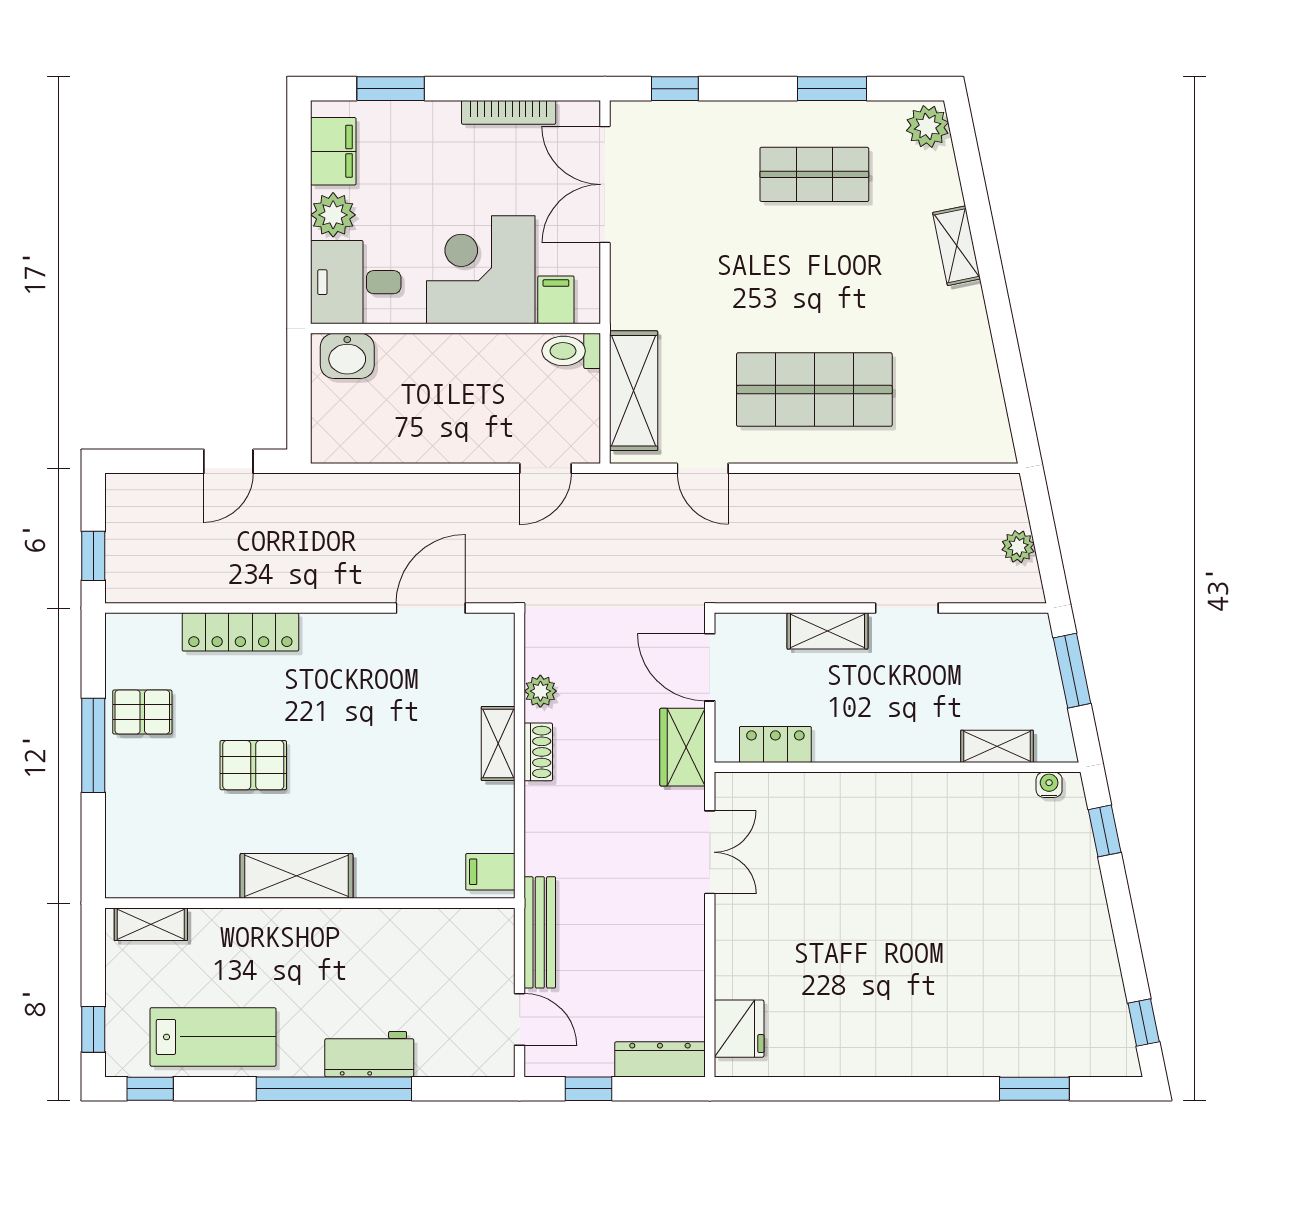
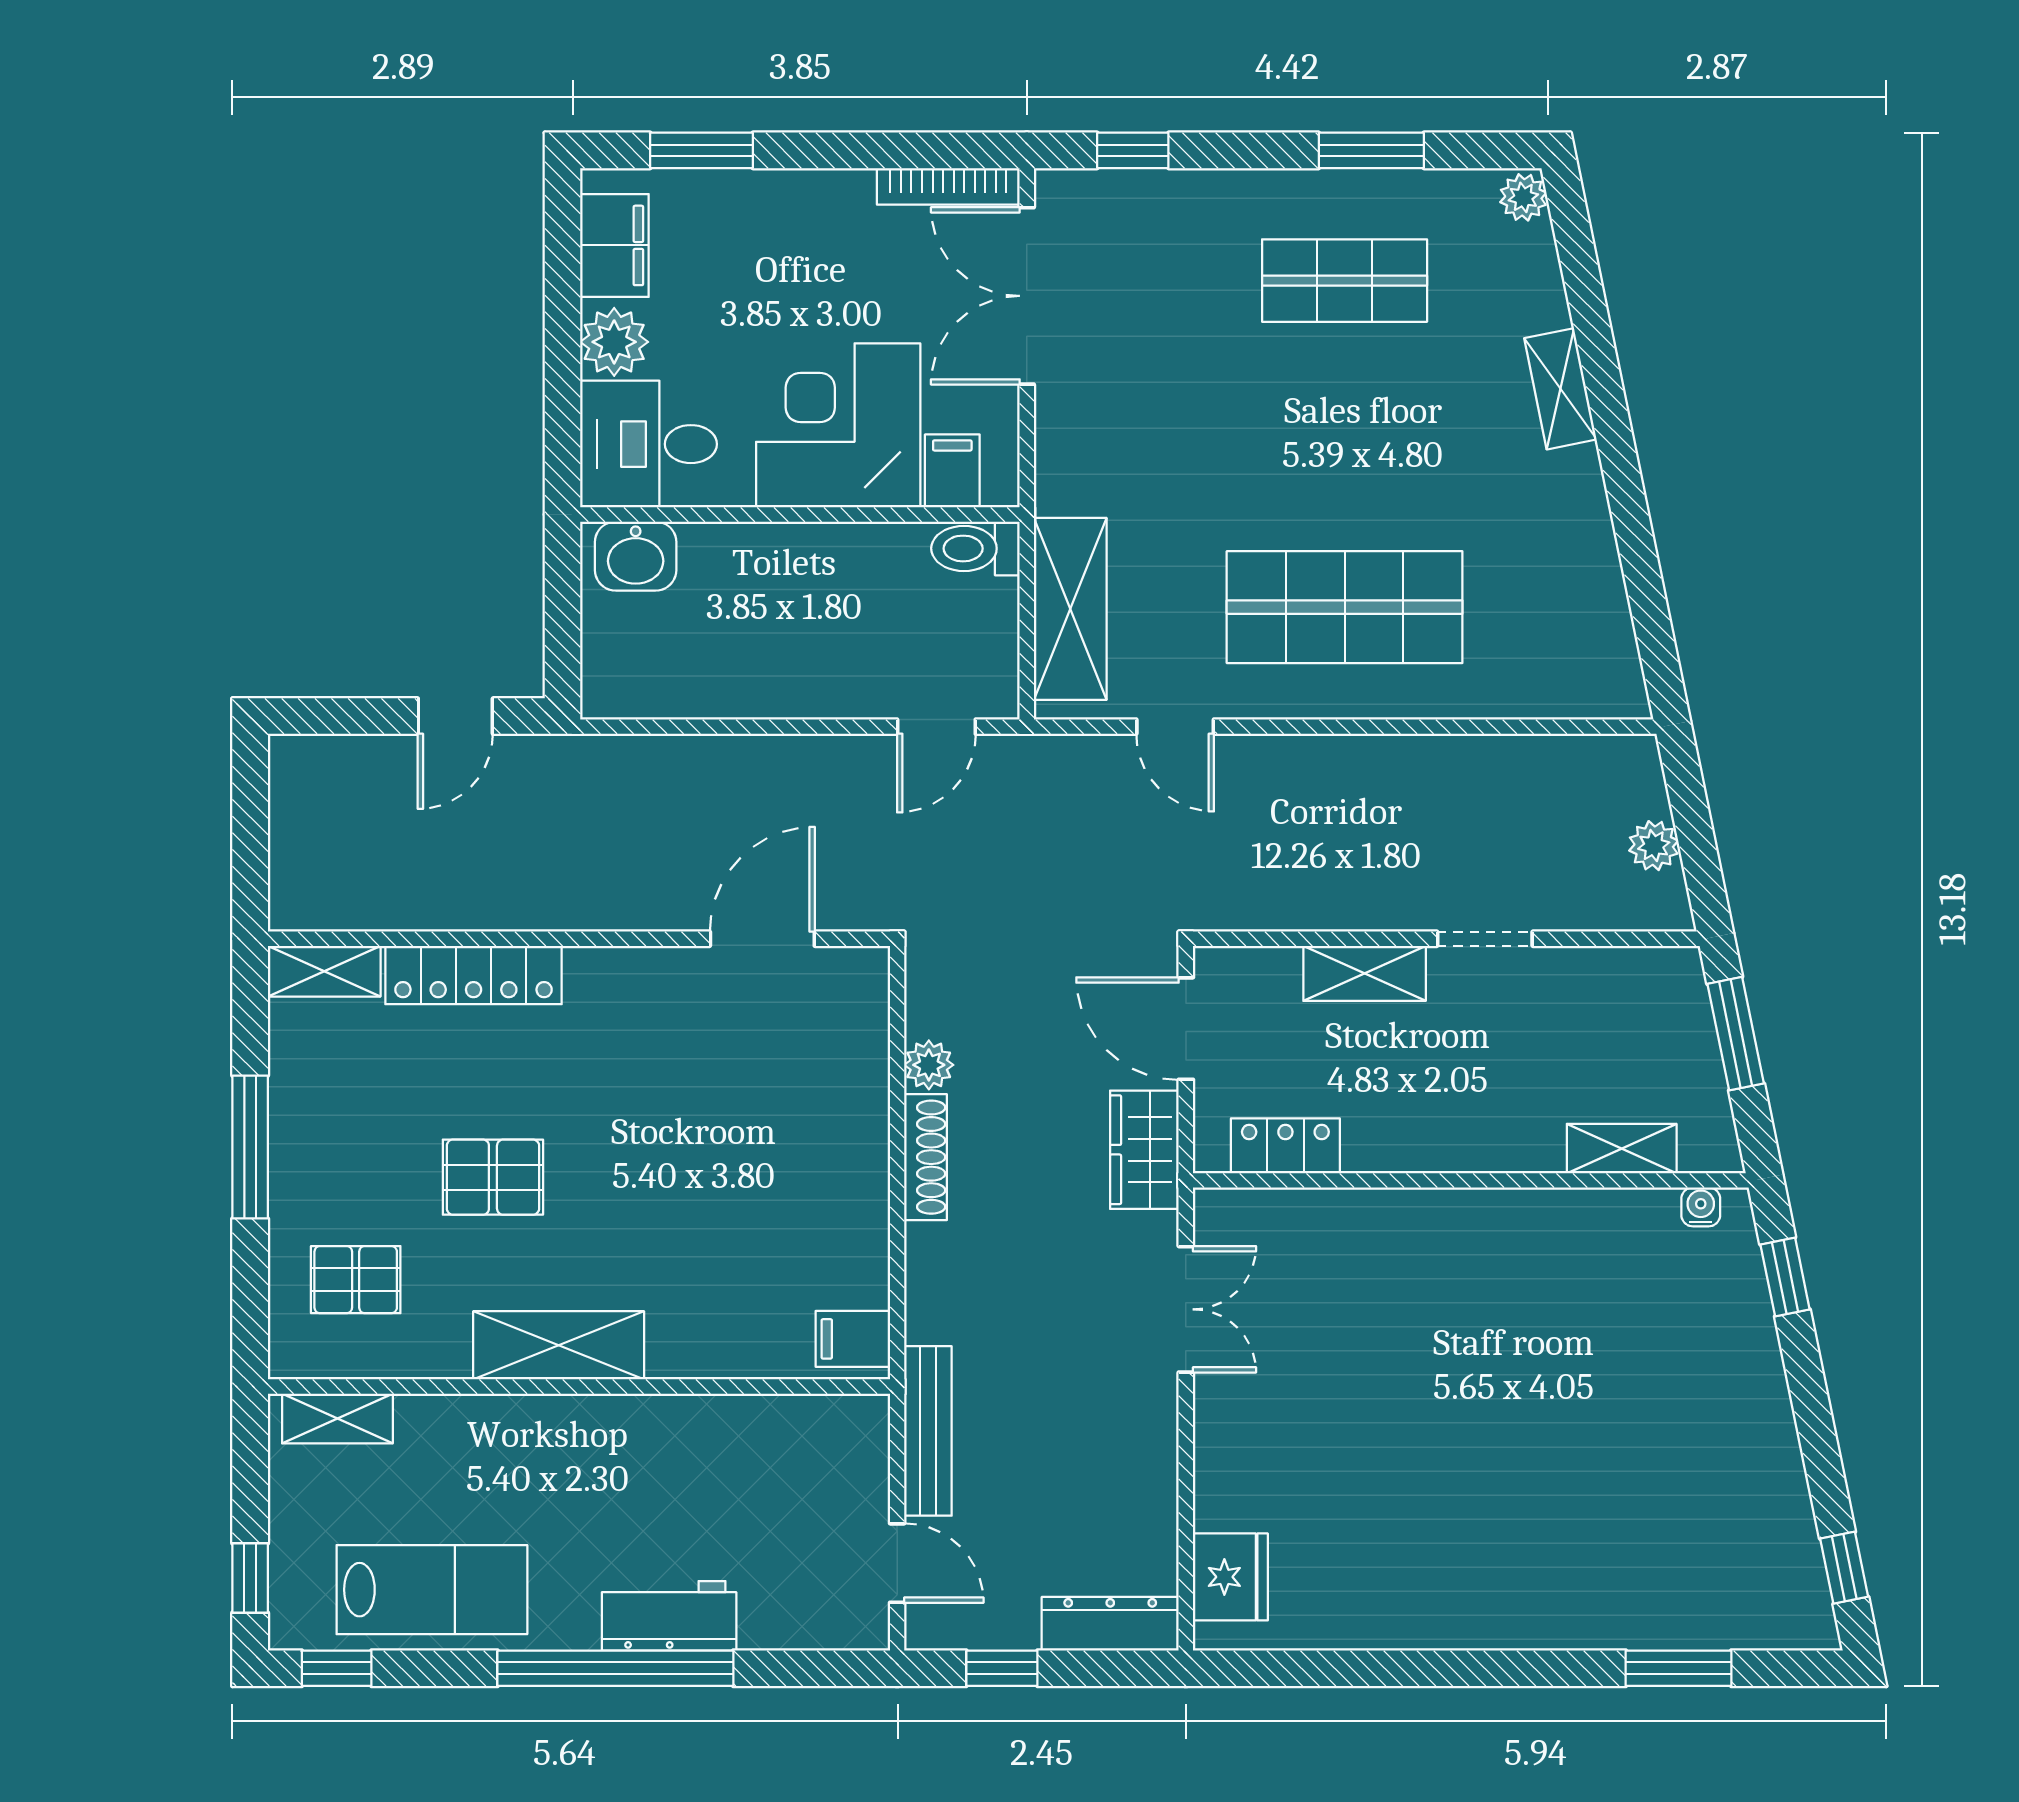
bookcase: (509, 112) -> (948, 186), moved
plant: (928, 126) -> (1523, 197), width x0.73, depth x0.73
window: (93, 556) -> (250, 859), removed
pallet: (142, 712) -> (356, 1280), moved
shelving: (498, 743) -> (324, 971), moved, turned 90
shoe rack: (538, 752) -> (926, 1157), width x1.43

